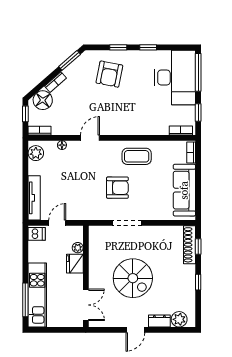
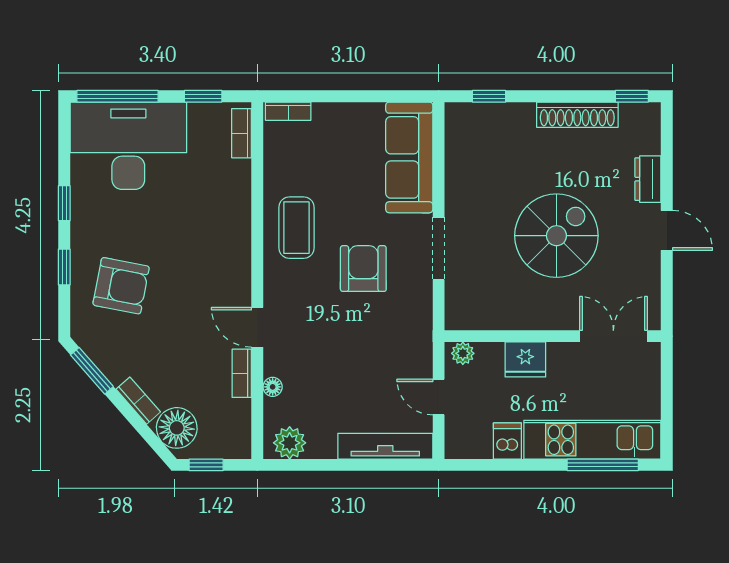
bookcase: (39, 131) -> (242, 373), moved
sofa: (184, 190) -> (409, 157), moved, turned 90
dishwasher: (37, 234) -> (507, 441), moved
shoe rack: (190, 245) -> (577, 115), moved
plant: (78, 248) -> (463, 353), moved
window: (198, 282) -> (632, 96), moved
plant: (179, 319) -> (644, 137), removed

